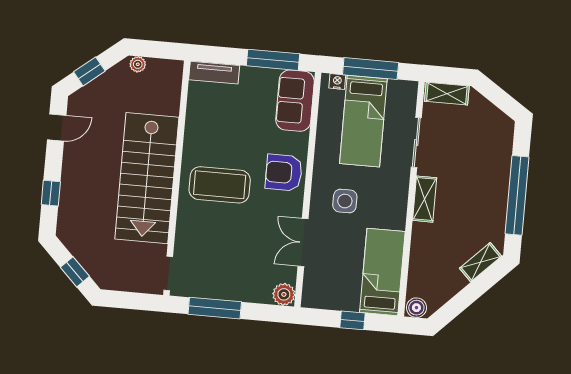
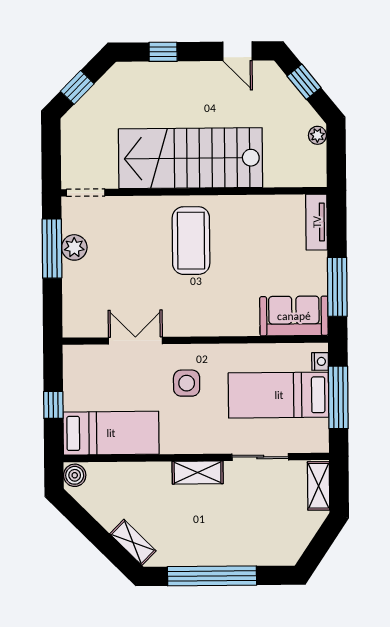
armchair: (284, 173) -> (212, 311), removed
plant: (284, 294) -> (74, 247), moved

